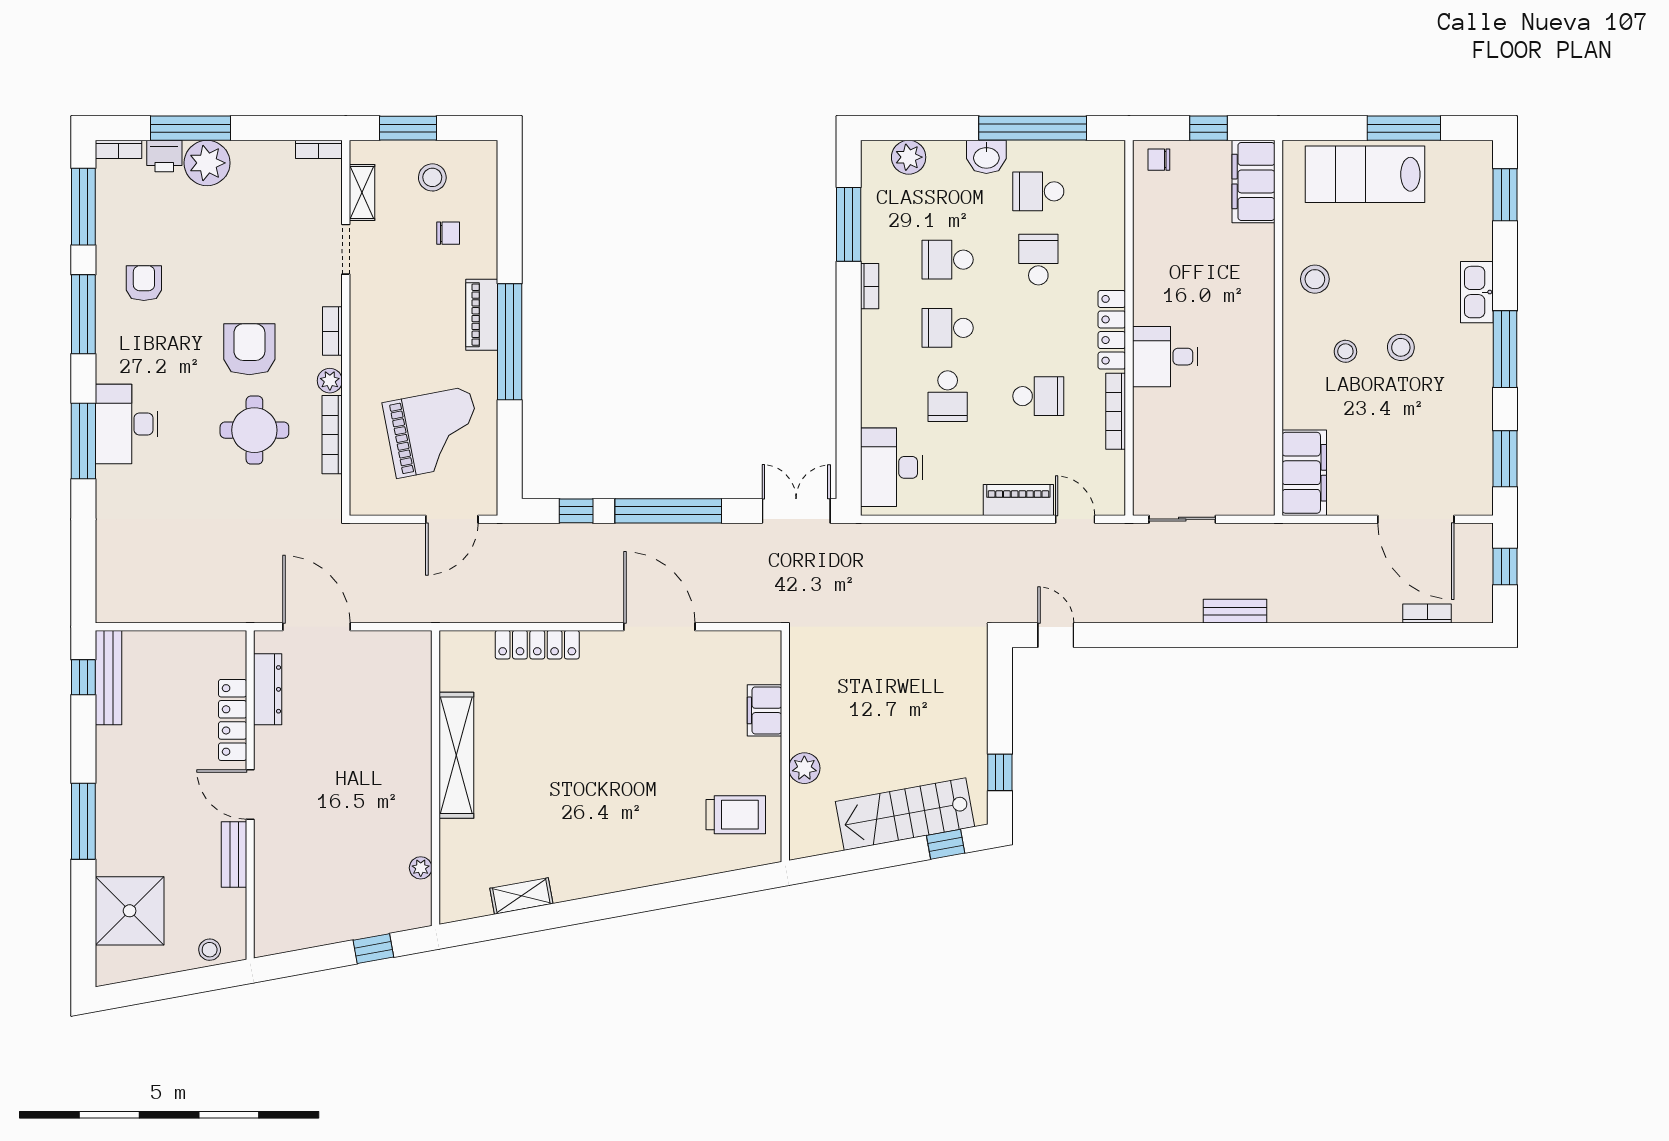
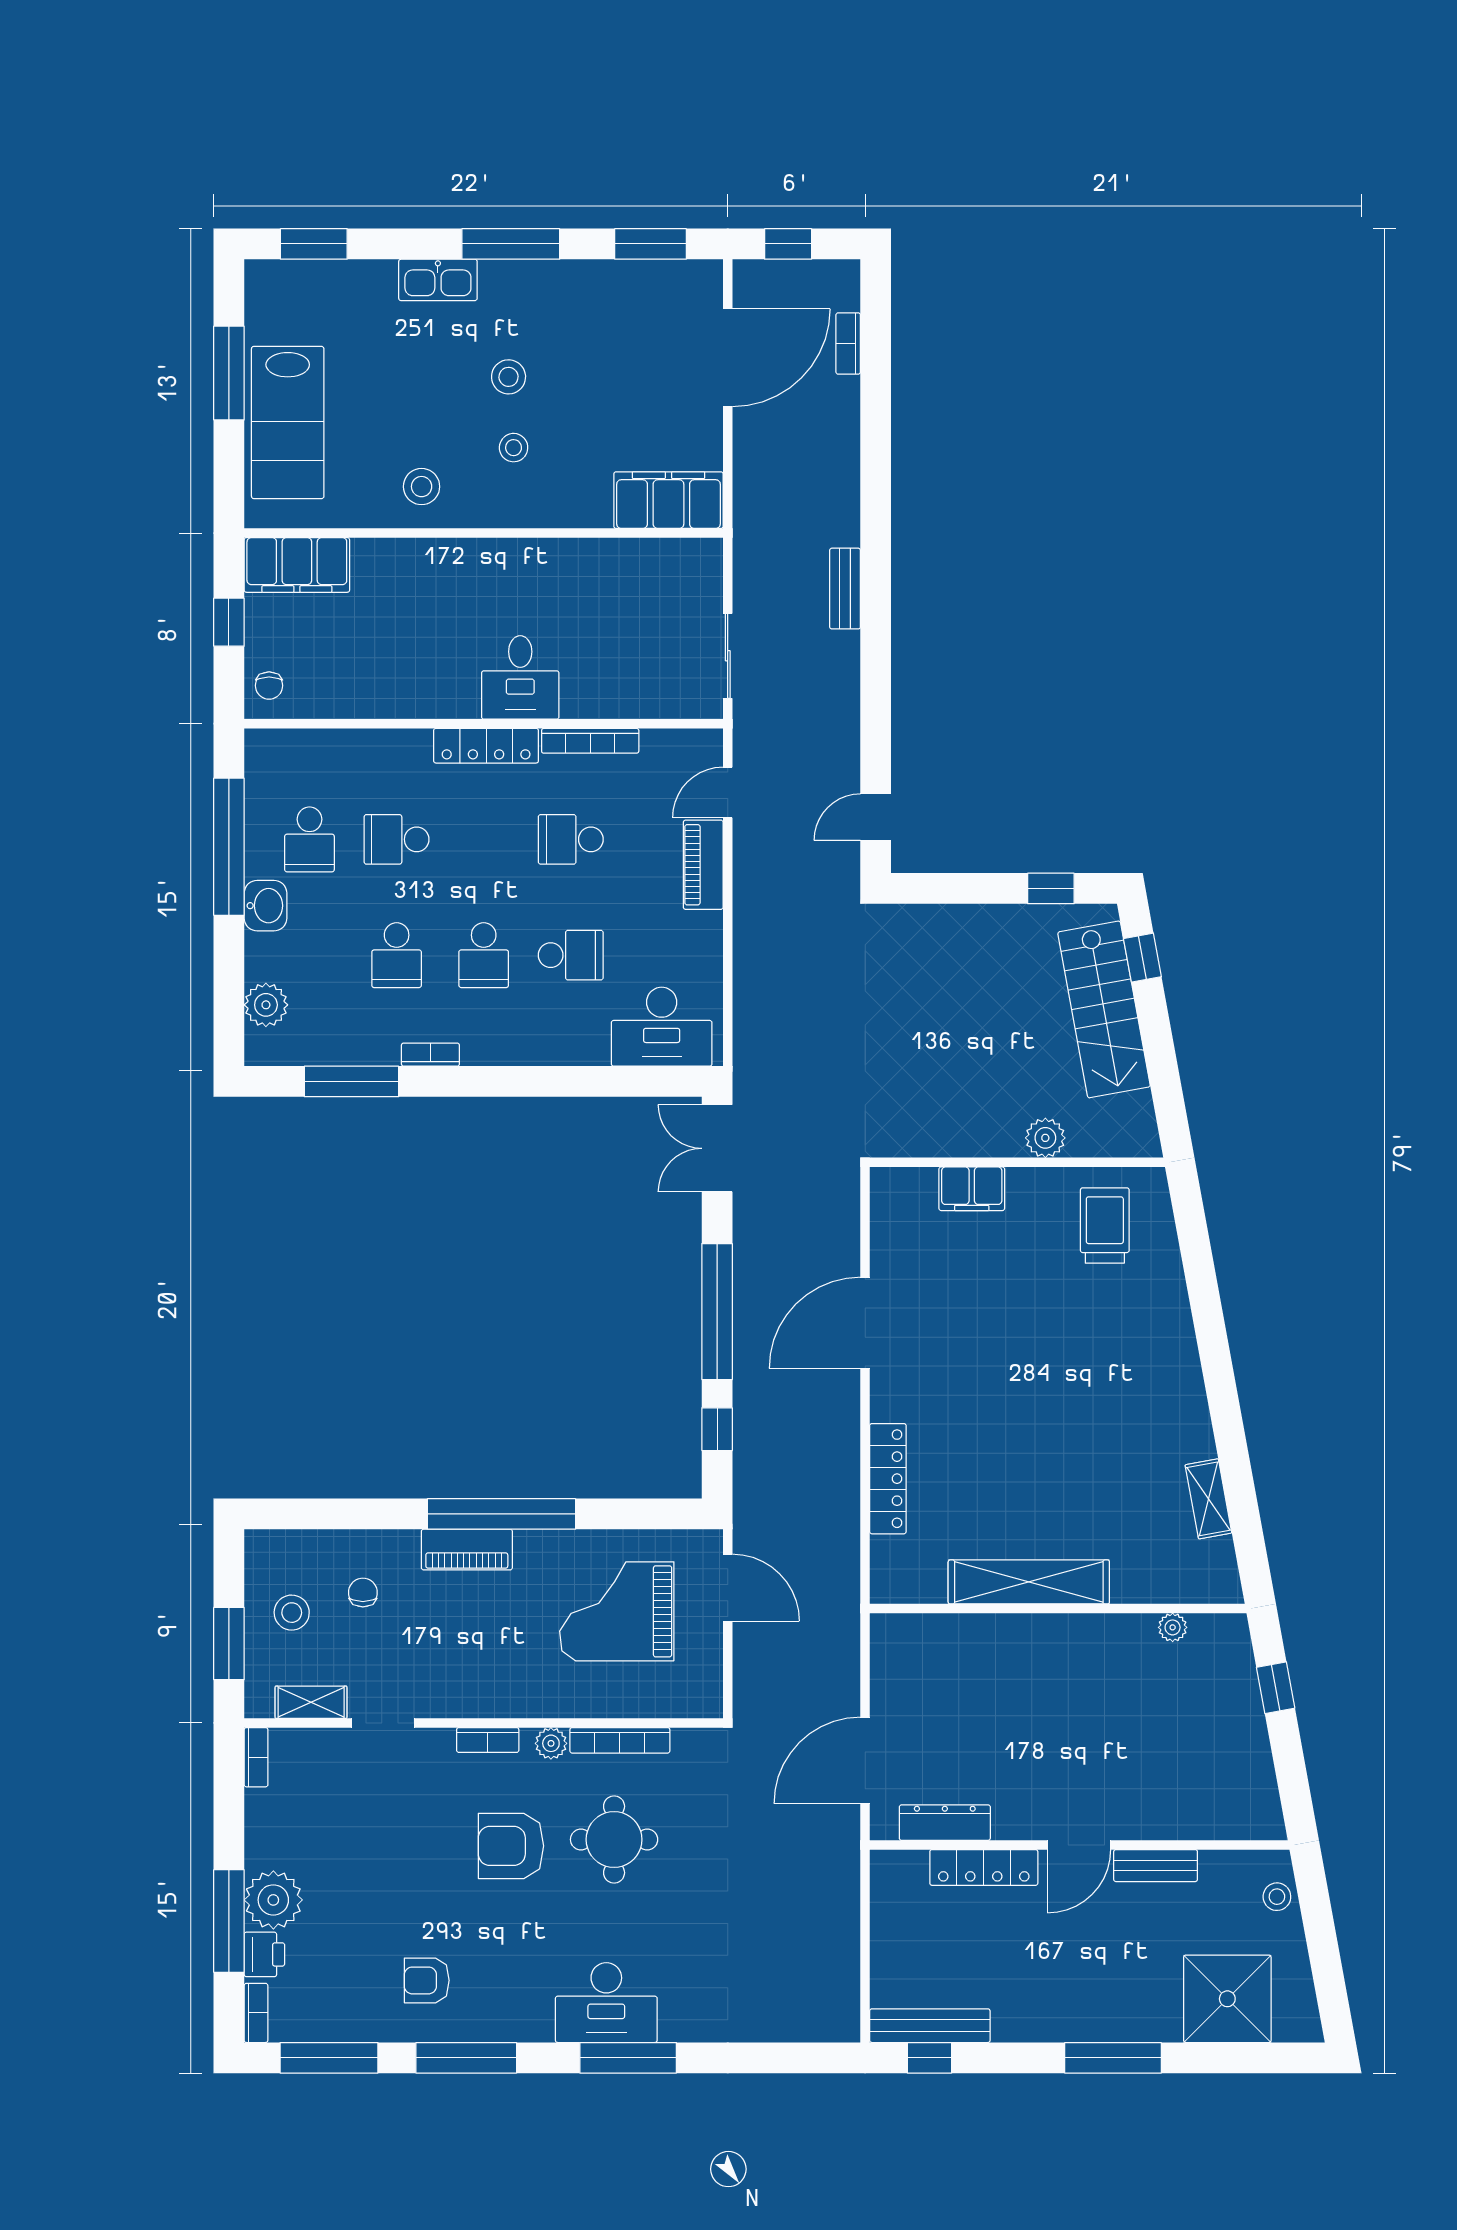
school desk: (1038, 396) -> (571, 839), turned -90
grand piano: (433, 432) -> (617, 1611), turned -79

